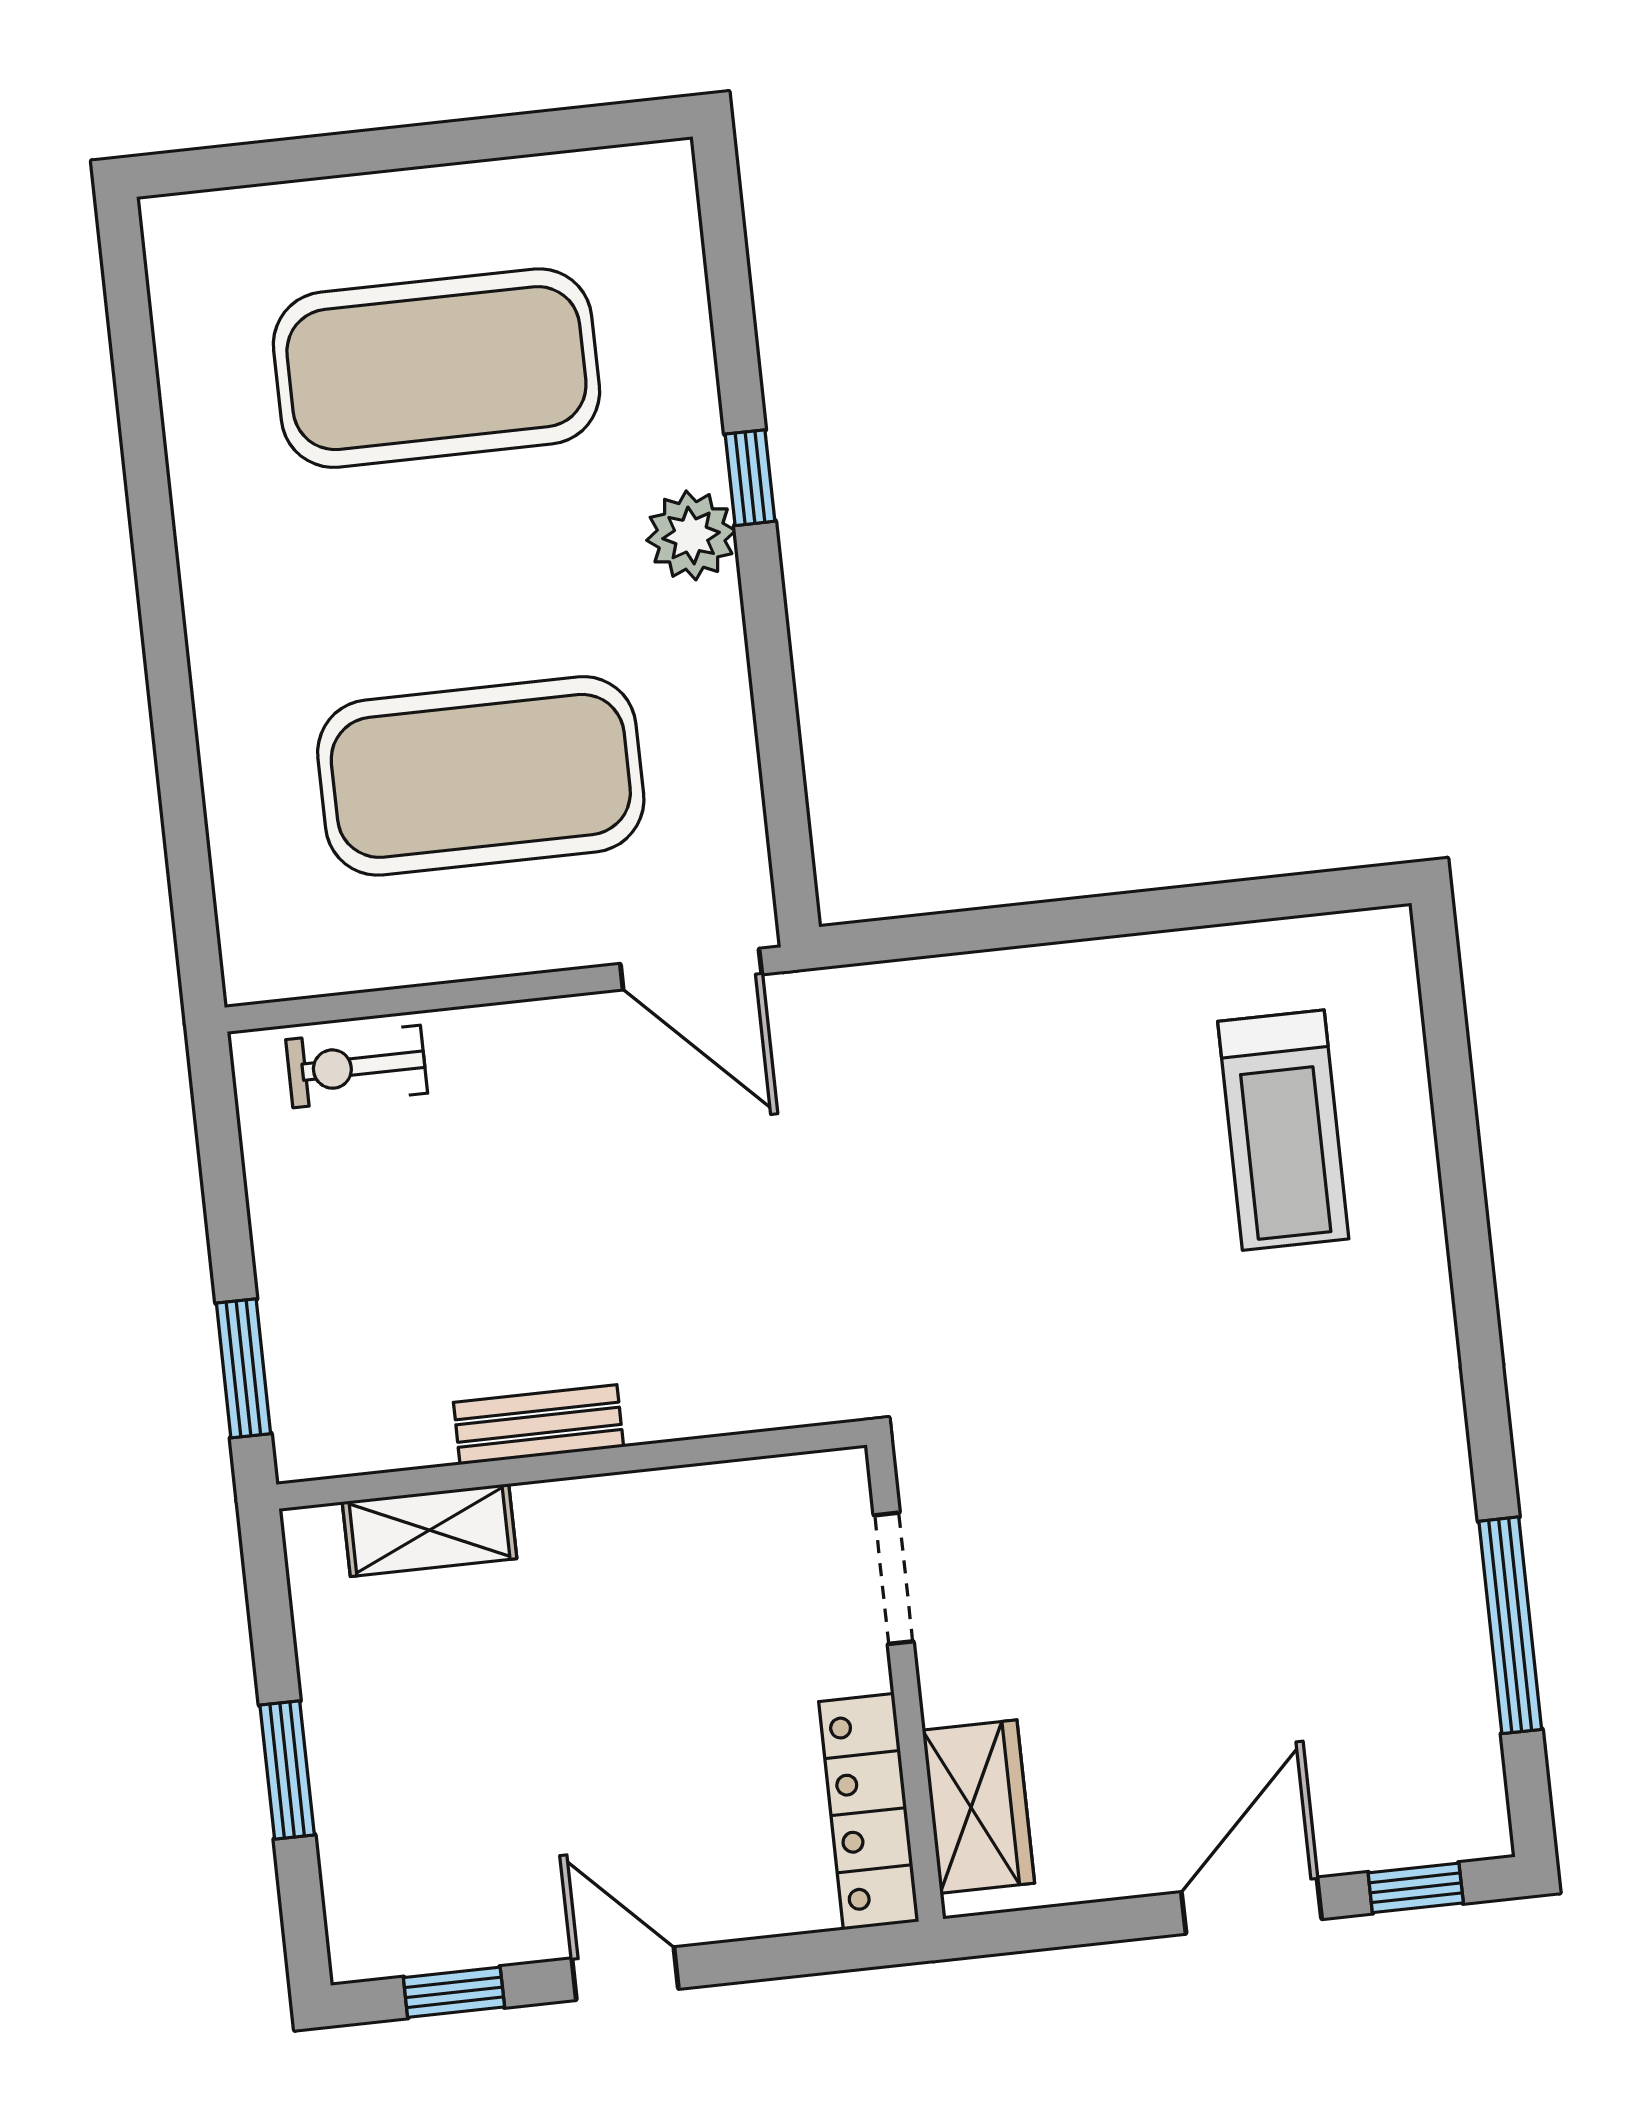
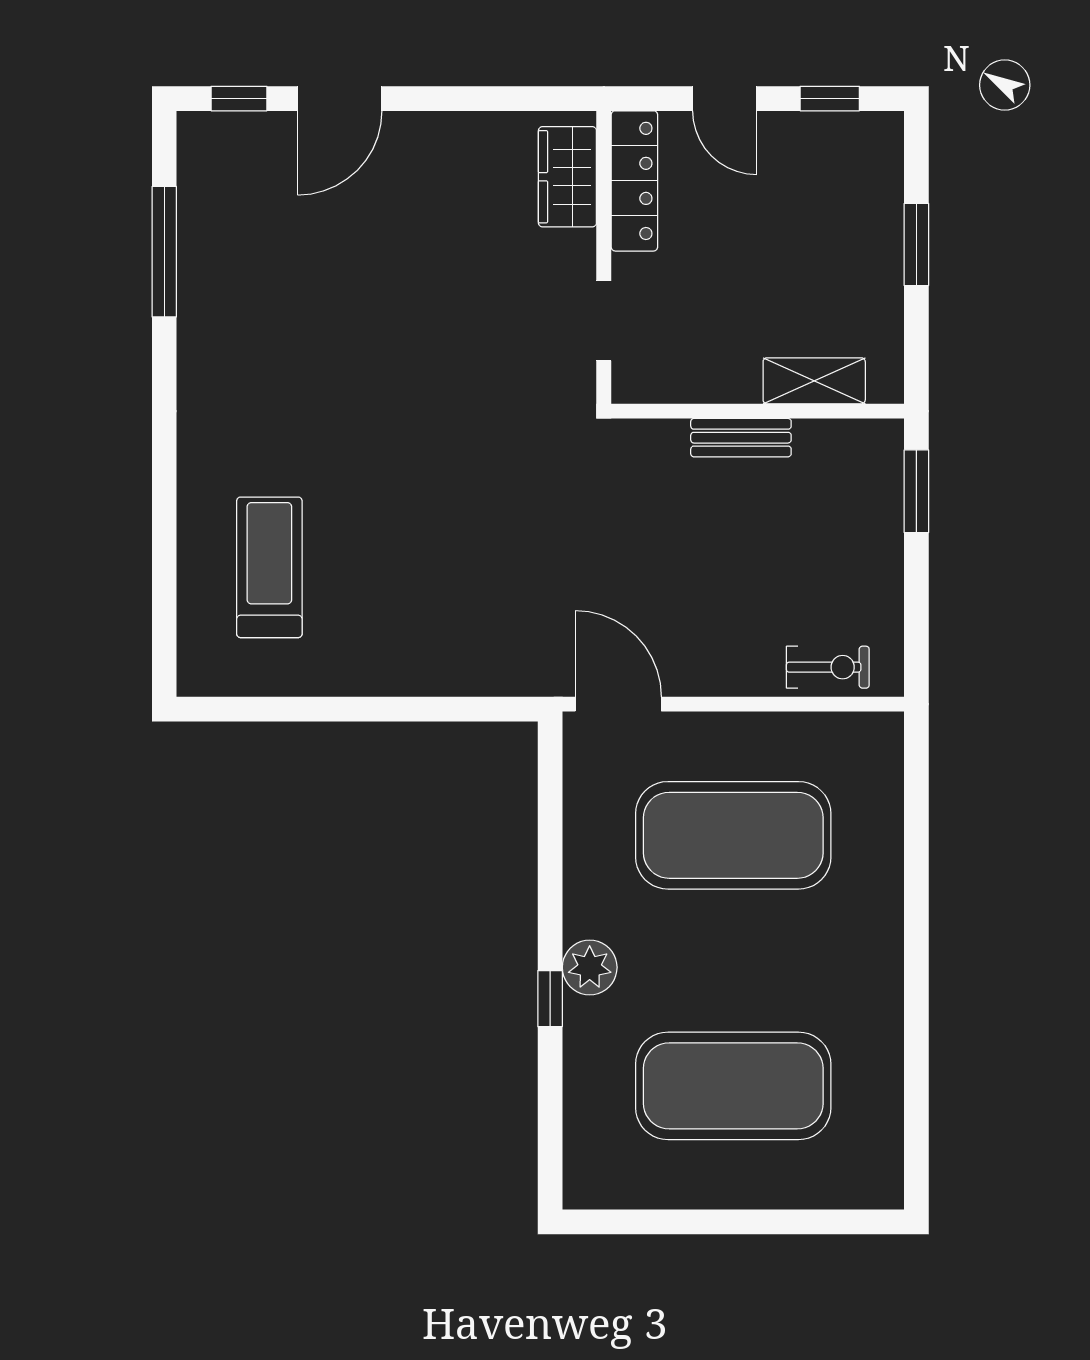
doorway: (894, 1578) -> (604, 321), moved
wall: (905, 1682) -> (604, 257), moved
wardrobe: (978, 1807) -> (567, 177), moved
locker: (869, 1812) -> (634, 181), moved

